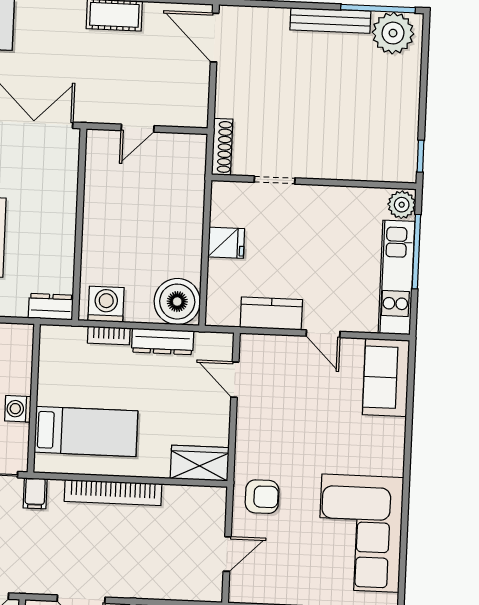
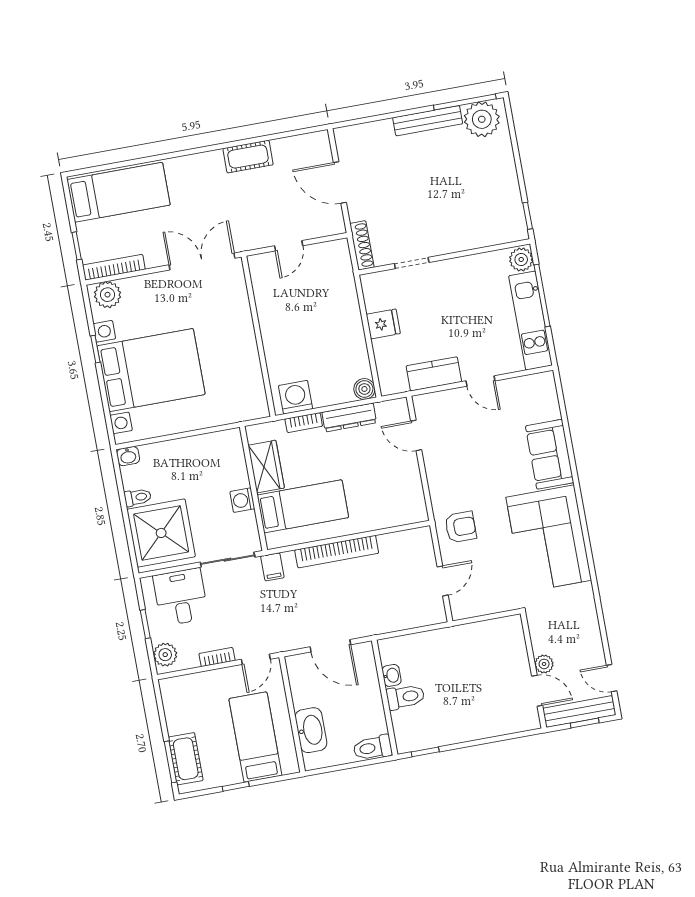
door: (215, 38) -> (340, 182), moved
boiler: (177, 302) -> (364, 389), width x0.54, depth x0.54
dresser: (51, 307) -> (250, 410), removed
sofa: (386, 377) -> (550, 454), moved
wardrobe: (200, 463) -> (266, 467), moved, turned 90

